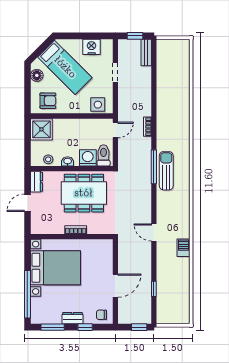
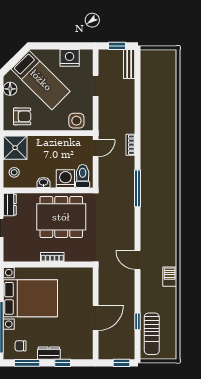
stool: (48, 159) -> (14, 172), moved
sun lounger: (166, 171) -> (152, 334), moved, turned 180
chair: (102, 315) -> (21, 346), moved

